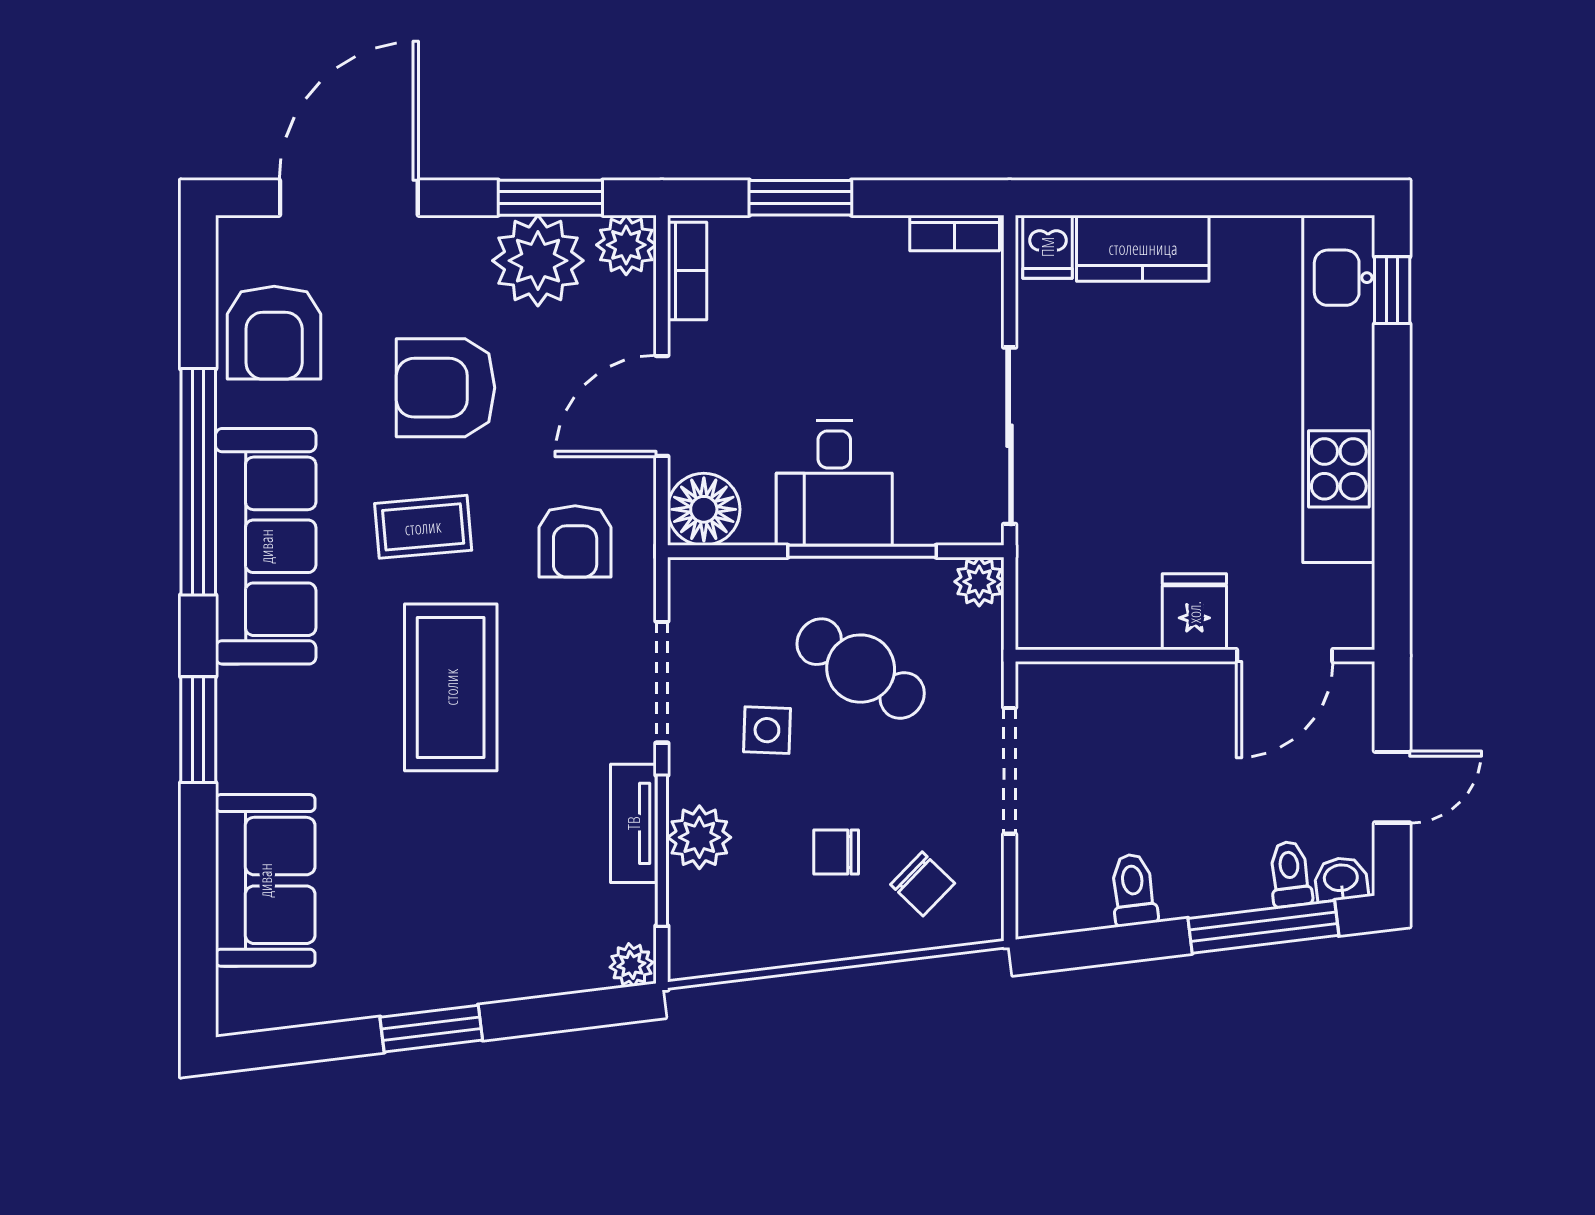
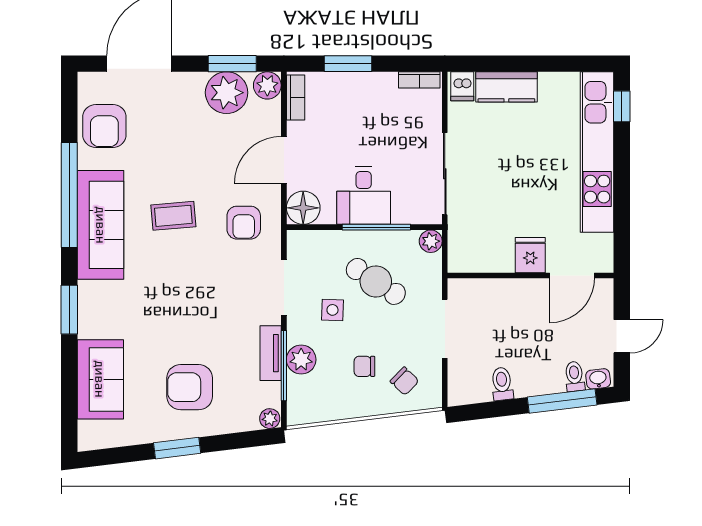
armchair: (446, 388) -> (190, 387), moved
coffee table: (451, 687) -> (186, 290), removed

